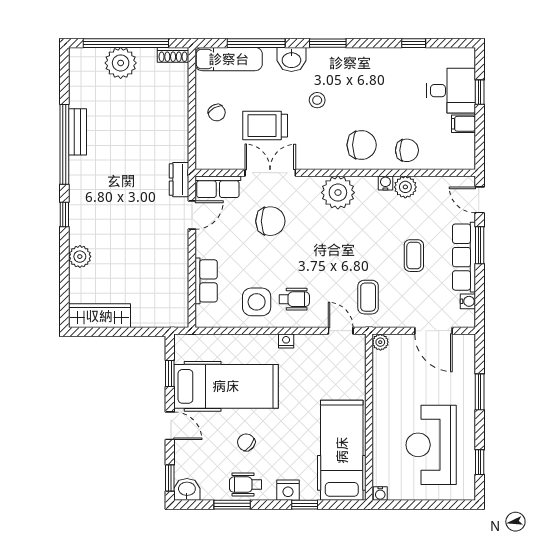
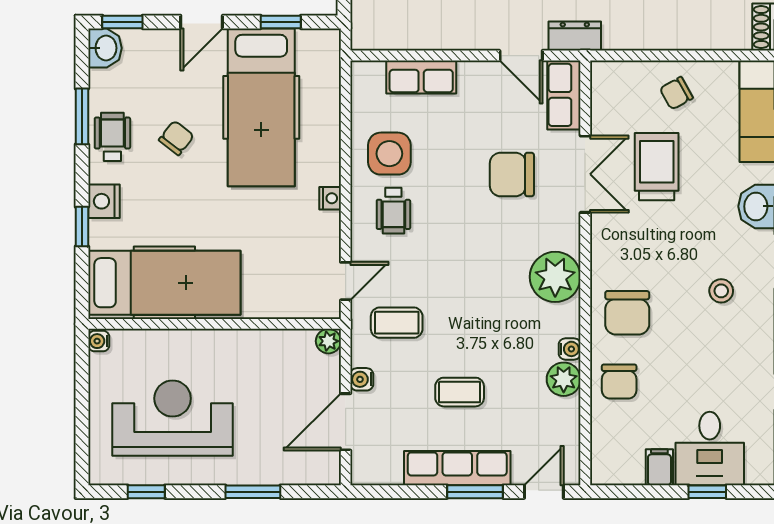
stool: (317, 100) -> (721, 291), moved
chair: (270, 221) -> (512, 174), turned 90
water cooler: (468, 301) -> (362, 379), moved, turned 90

